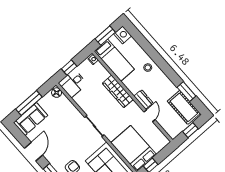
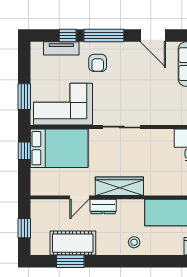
wardrobe: (118, 91) -> (119, 186), moved
cot: (184, 107) -> (73, 243), moved
door: (150, 116) -> (79, 197), hinge flipped

